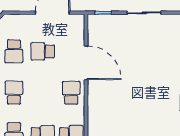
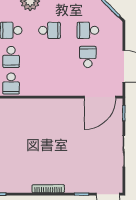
door: (86, 63) -> (100, 97), moved
school desk: (71, 93) -> (49, 84), removed

